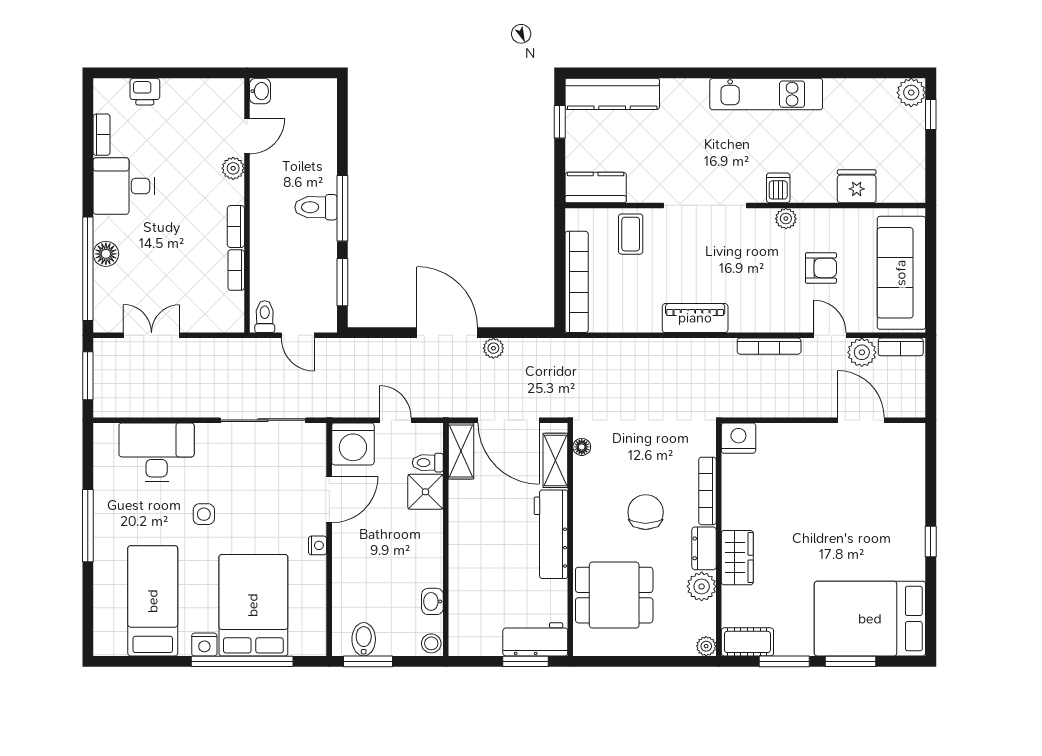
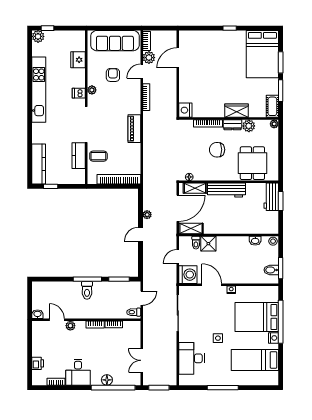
kitchen unit: (766, 94) -> (39, 90), width x1.36
kitchen counter: (596, 188) -> (79, 156), moved
door: (447, 333) -> (141, 234), width x0.53

